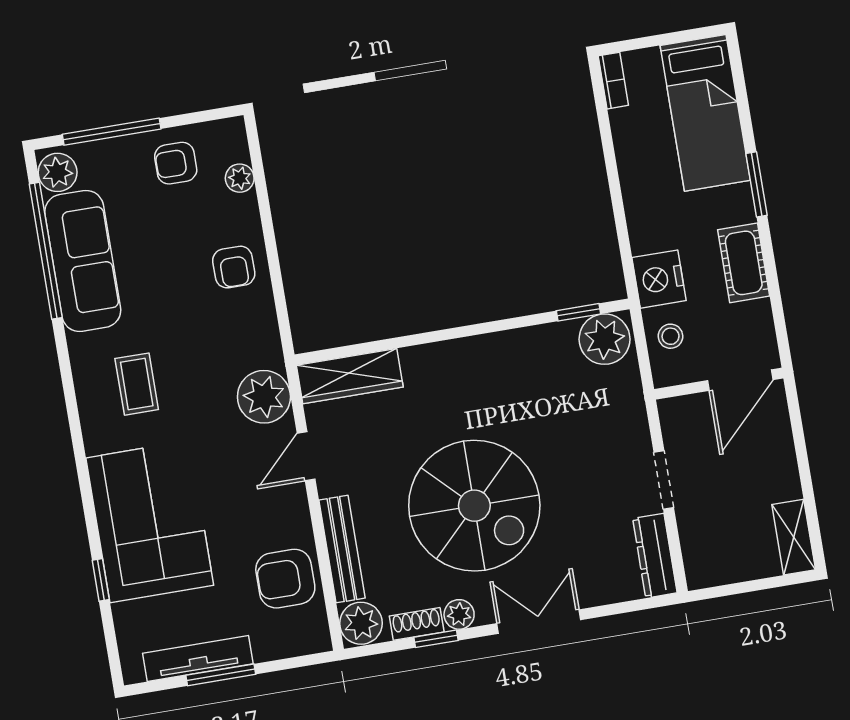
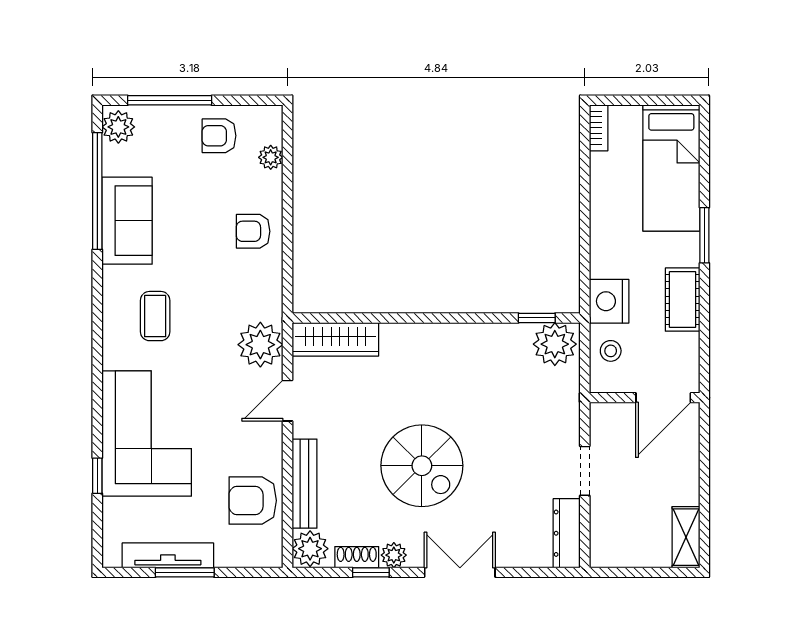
sofa: (83, 261) -> (127, 221), width x0.73
armchair: (234, 267) -> (253, 231), turned 90
spiral stairs: (474, 506) -> (422, 466), width x0.73, depth x0.73

